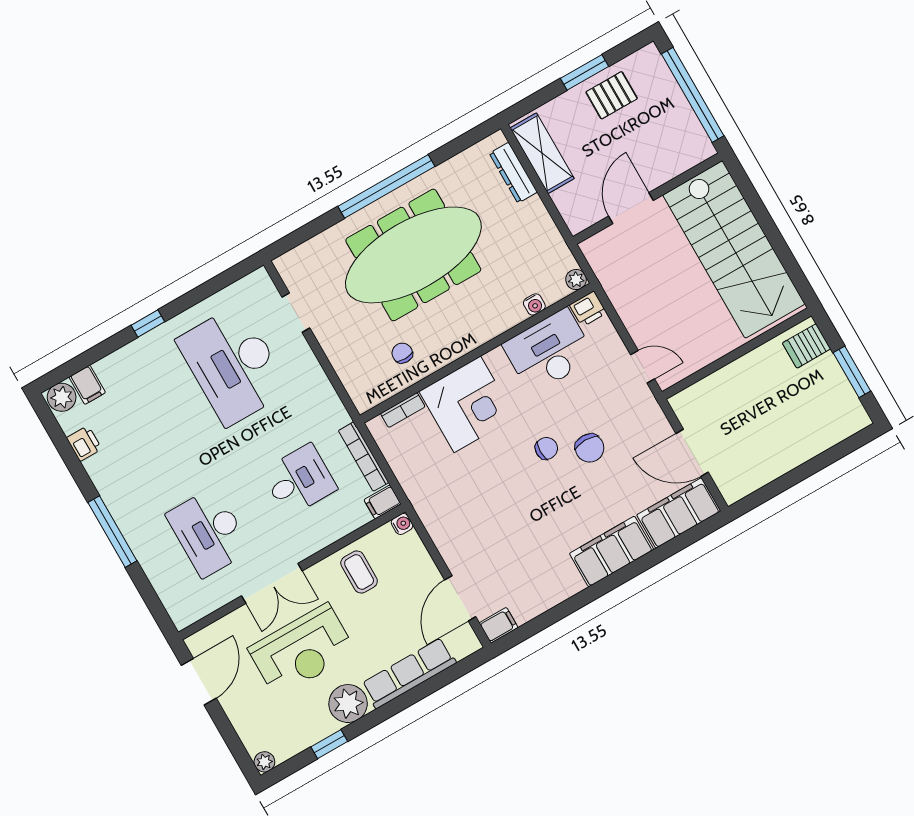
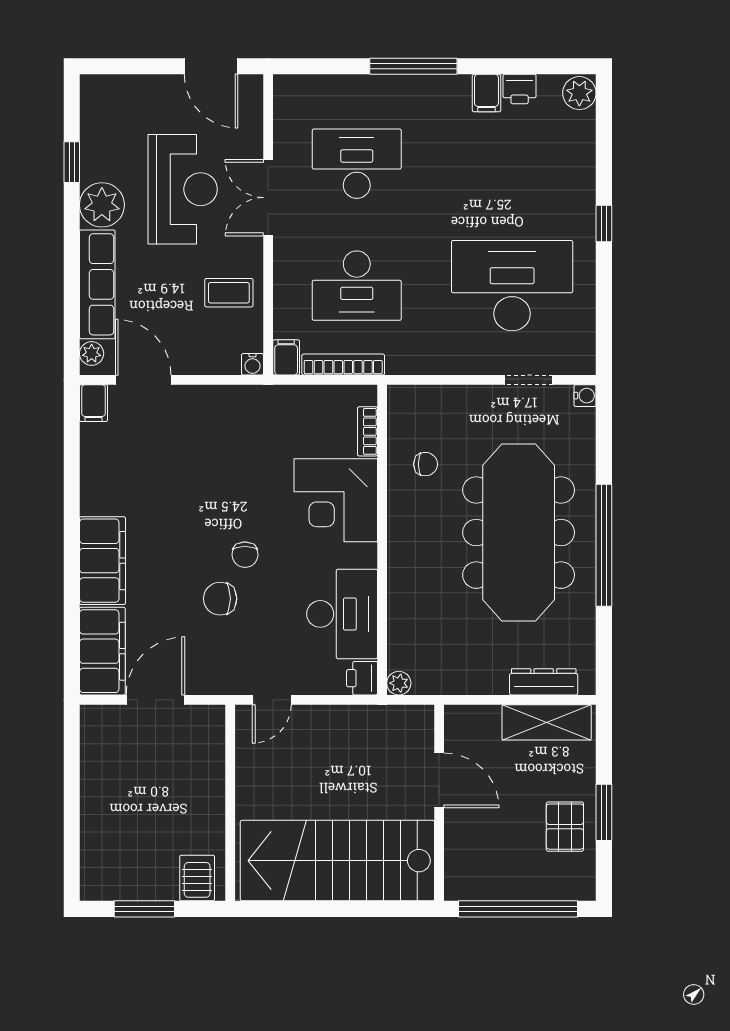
water cooler: (534, 304) -> (585, 396), moved, turned 180
filing cabinet: (87, 385) -> (486, 93), moved, turned -90
desk: (299, 480) -> (357, 286), width x1.37
reception desk: (302, 650) -> (183, 189), turned 180
plant: (264, 762) -> (92, 353), moved

